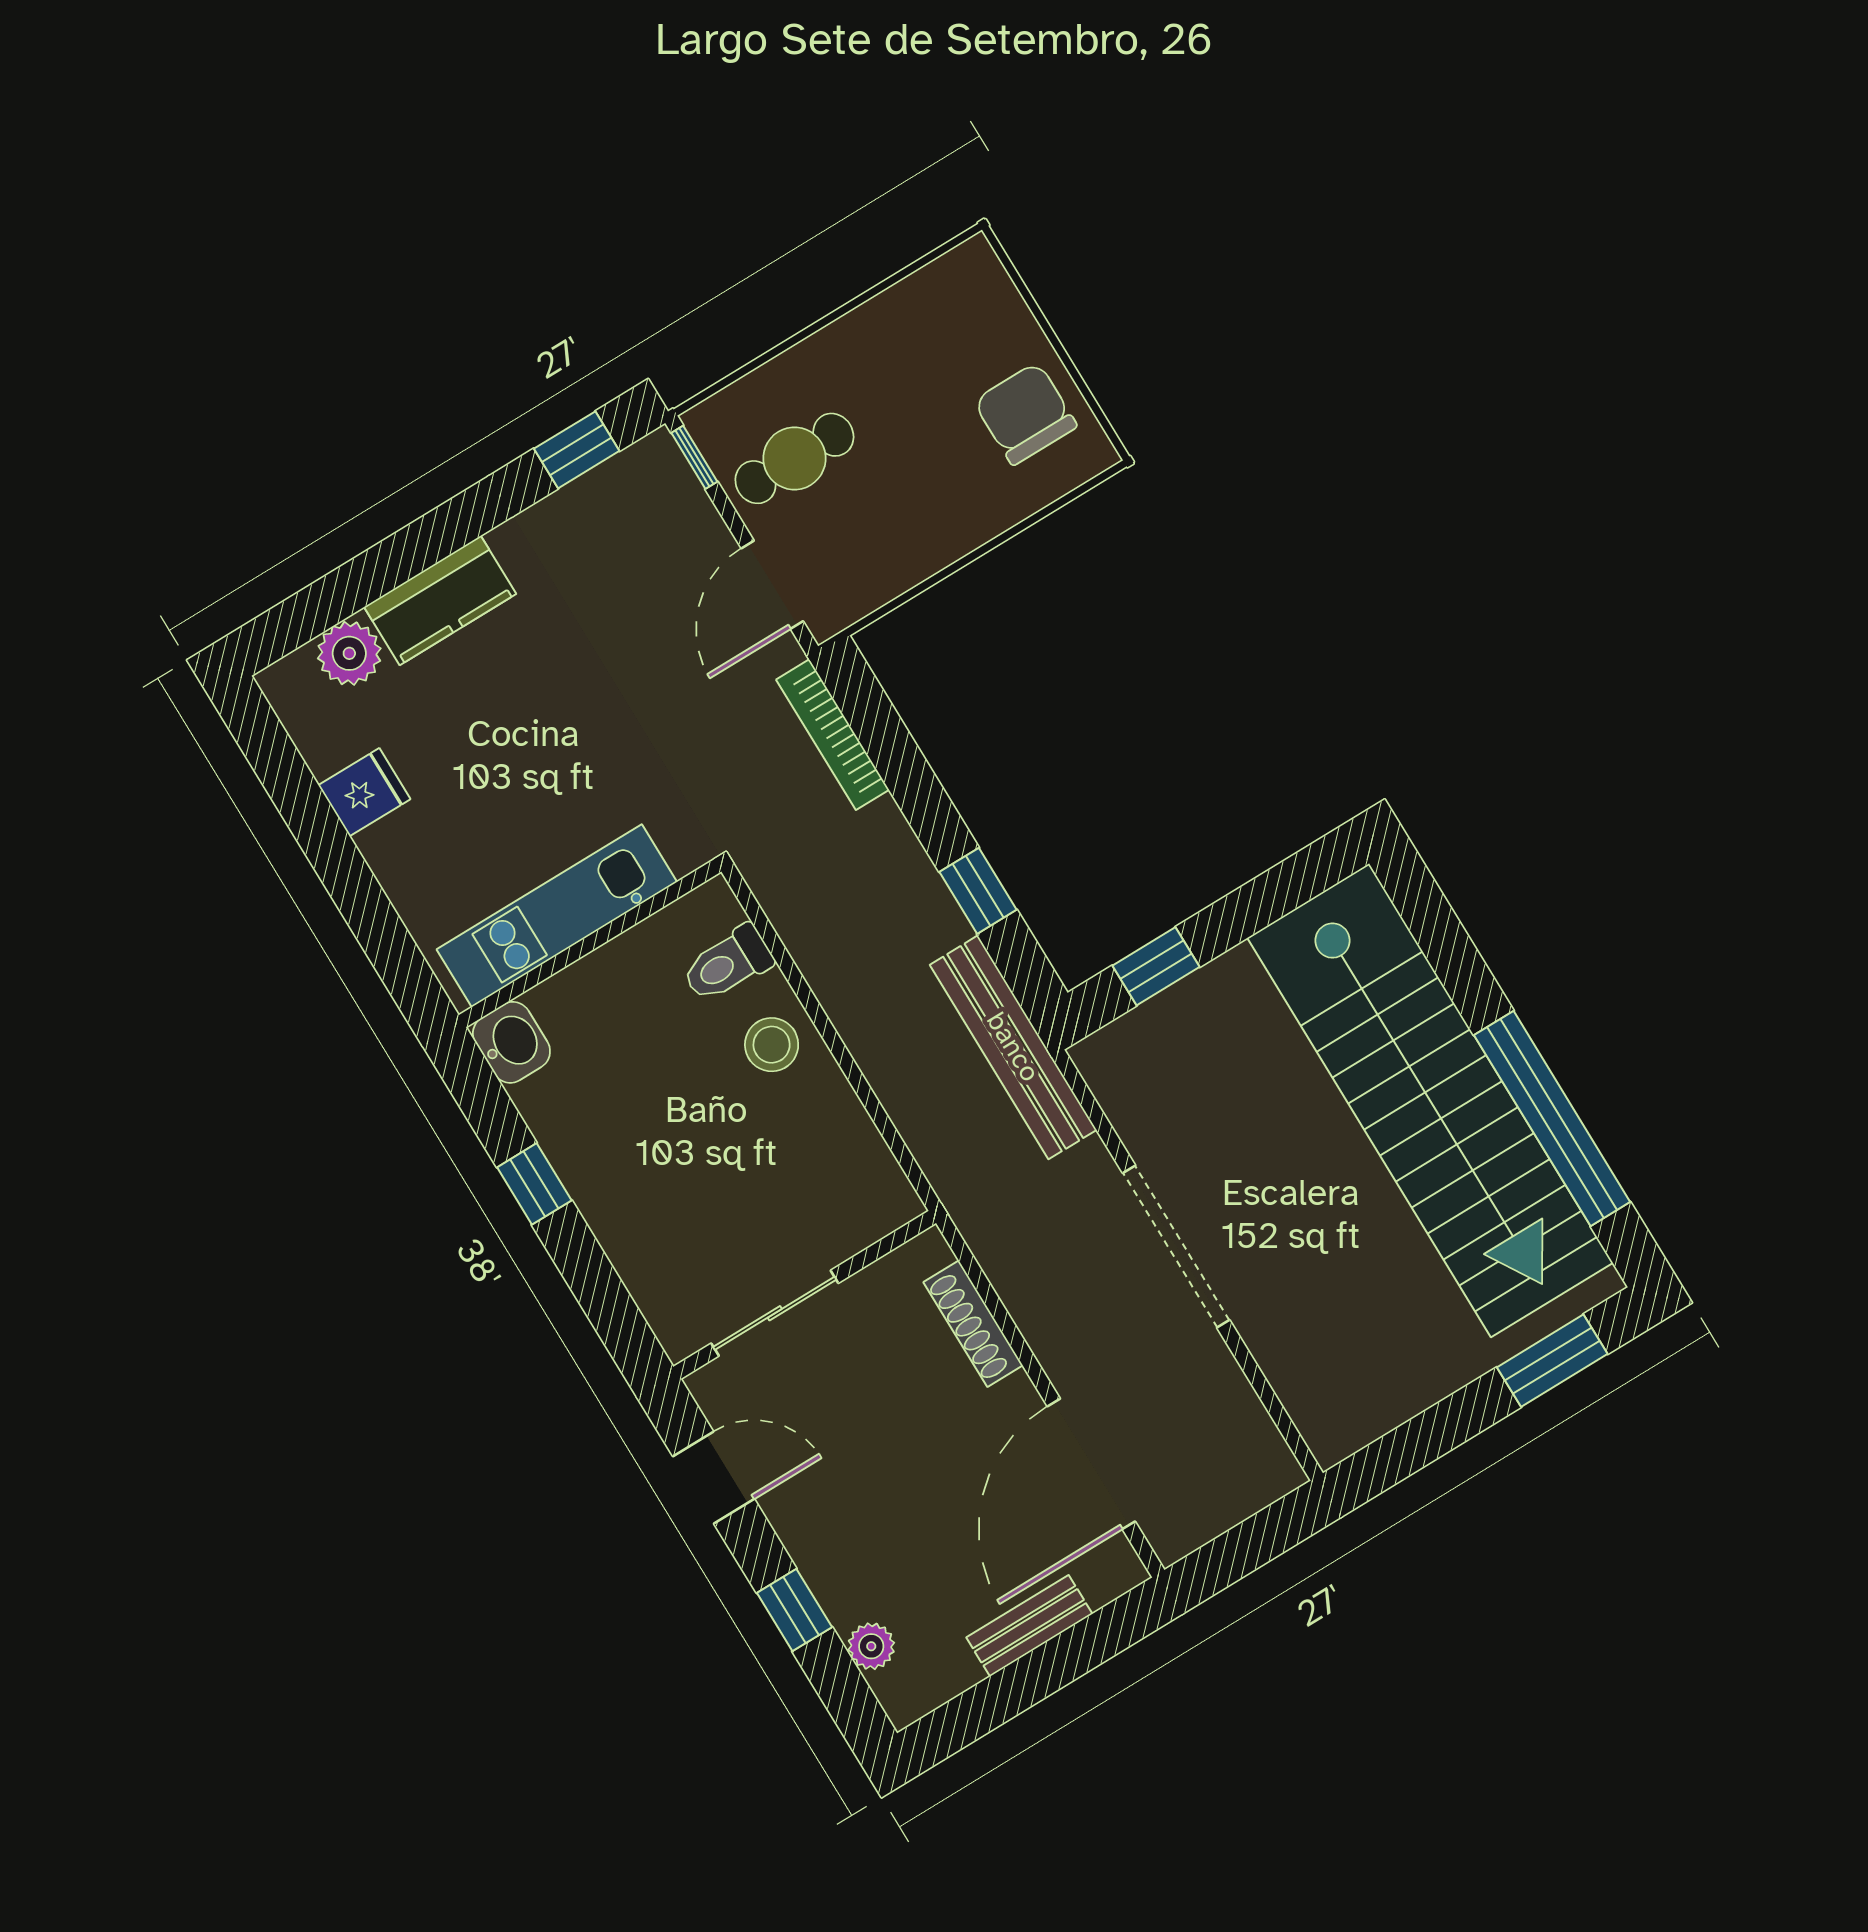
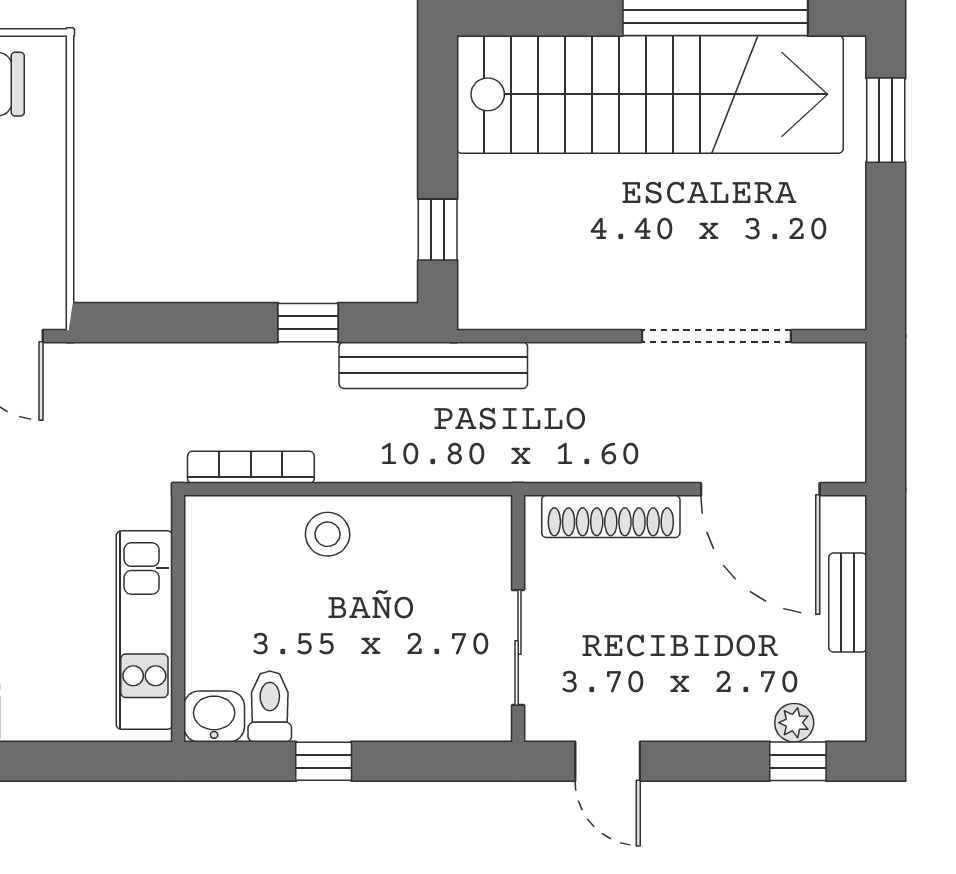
bookcase: (833, 735) -> (251, 467), moved, turned 180
toilet: (727, 964) -> (270, 706), moved, turned 180
doorway: (1176, 1246) -> (716, 336), moved
shoe rack: (973, 1324) -> (611, 516), width x1.36, depth x1.24
door: (714, 1478) -> (608, 761), swing flipped
window: (794, 1610) -> (798, 761), moved

